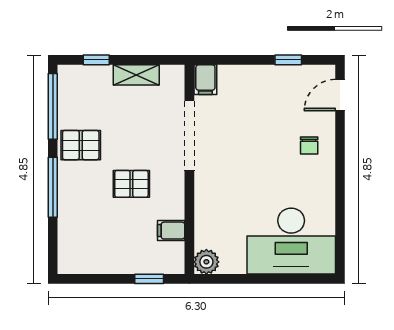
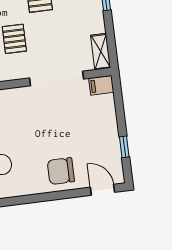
shelving: (136, 75) -> (101, 52), moved
chair: (309, 146) -> (61, 171), width x1.87, depth x1.87

